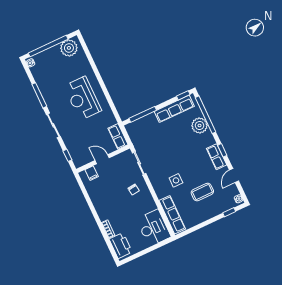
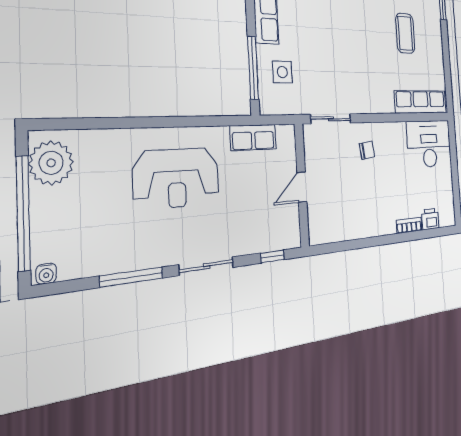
row of seats: (118, 136) -> (253, 137), moved
filing cabinet: (92, 173) -> (318, 219), removed
side table: (176, 180) -> (282, 72), moved
printer: (121, 246) -> (430, 219), width x0.53, depth x0.68

